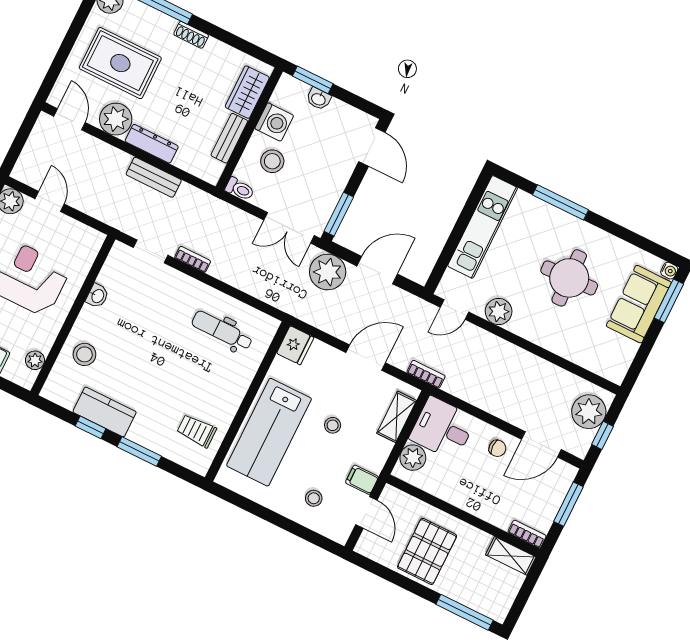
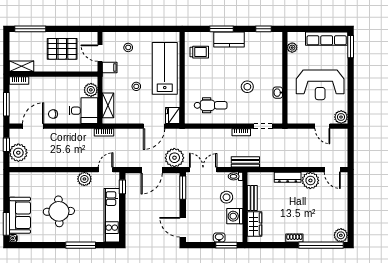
rug: (120, 63) -> (321, 208), removed
bench: (154, 177) -> (245, 162), moved
window: (441, 266) -> (122, 187), added
stool: (84, 354) -> (247, 87), moved
door: (366, 358) -> (154, 126), moved
kitchen counter: (105, 412) -> (229, 39), moved
window: (90, 427) -> (263, 29), moved
pallet: (427, 551) -> (62, 49), turned 90

